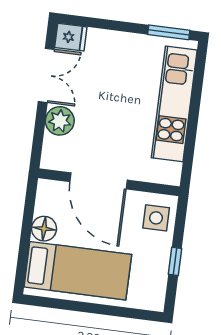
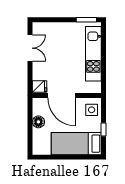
fridge: (71, 37) -> (39, 87), moved
plant: (60, 121) -> (39, 69), removed
bed: (78, 271) -> (76, 144), moved, turned 180

